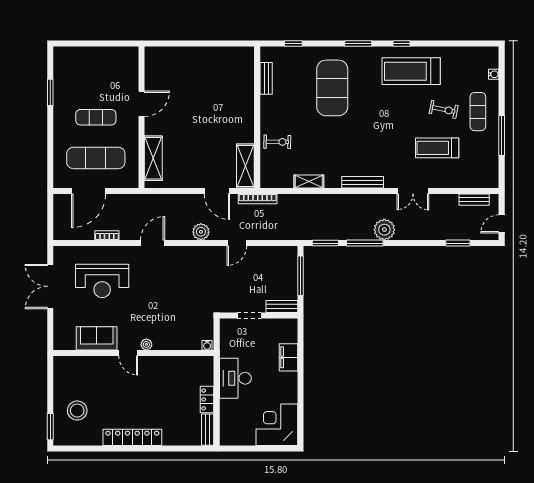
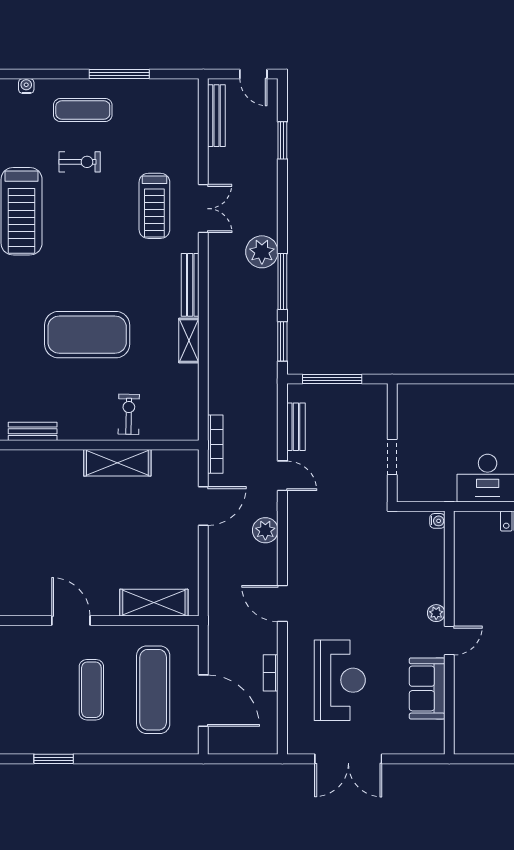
exercise mat: (332, 88) -> (87, 335), moved
exercise bike: (444, 109) -> (80, 162), turned 79
treadmill: (437, 148) -> (154, 206), moved
shelving: (245, 166) -> (117, 463), moved
shelving: (309, 181) -> (189, 340), moved
bench: (474, 200) -> (216, 116), width x1.36
bench: (282, 306) -> (296, 427), moved
filing cabinet: (288, 357) -> (456, 397), removed

